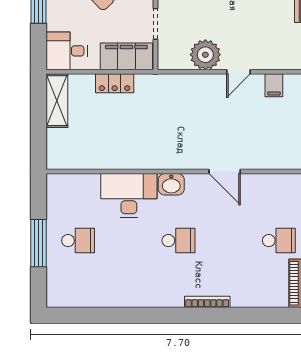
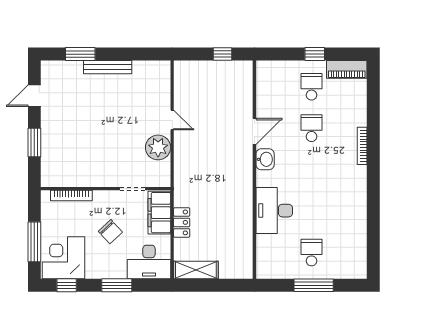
desk: (67, 51) -> (149, 262), width x1.37
filing cabinet: (274, 85) -> (183, 91), removed
washbasin: (171, 184) -> (265, 159), moved
school desk: (178, 241) -> (311, 128), moved

